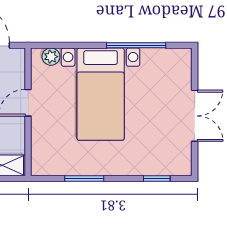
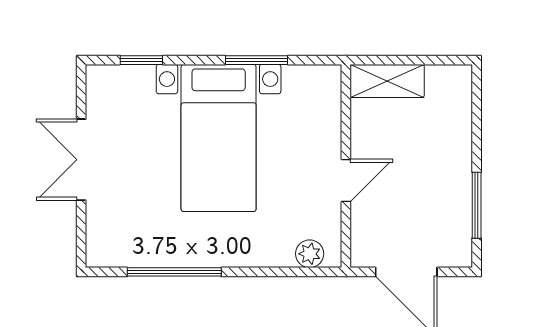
bed with nightstands: (101, 94) -> (219, 138), moved, turned 180

